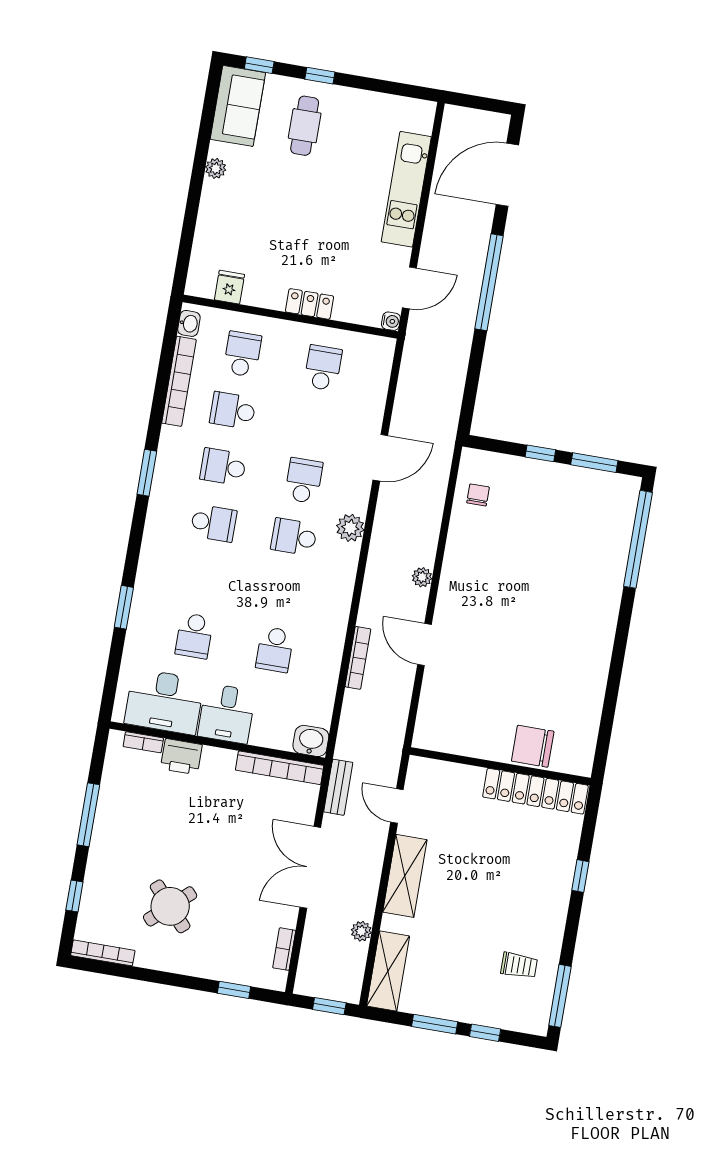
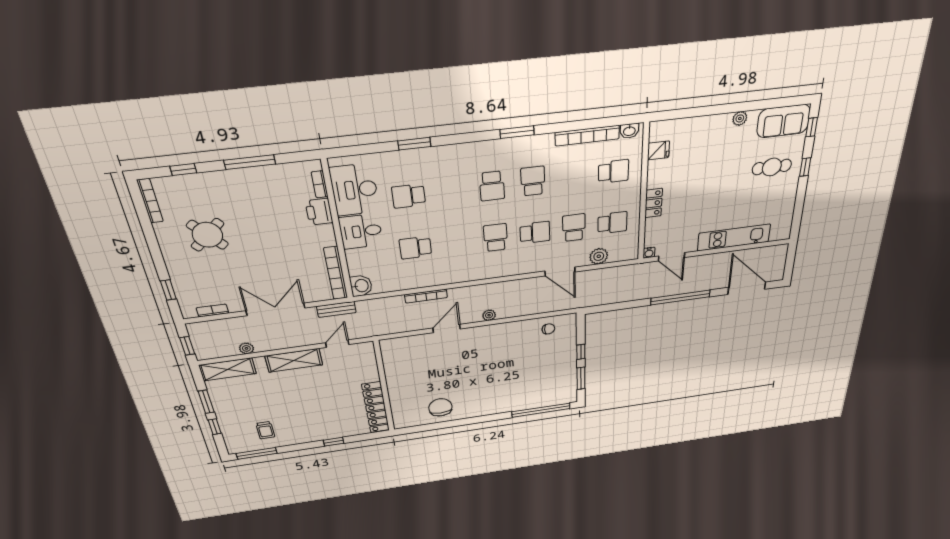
school desk: (233, 410) -> (574, 228), moved
plant: (350, 528) -> (599, 256), moved
chair: (533, 746) -> (440, 407), moved

